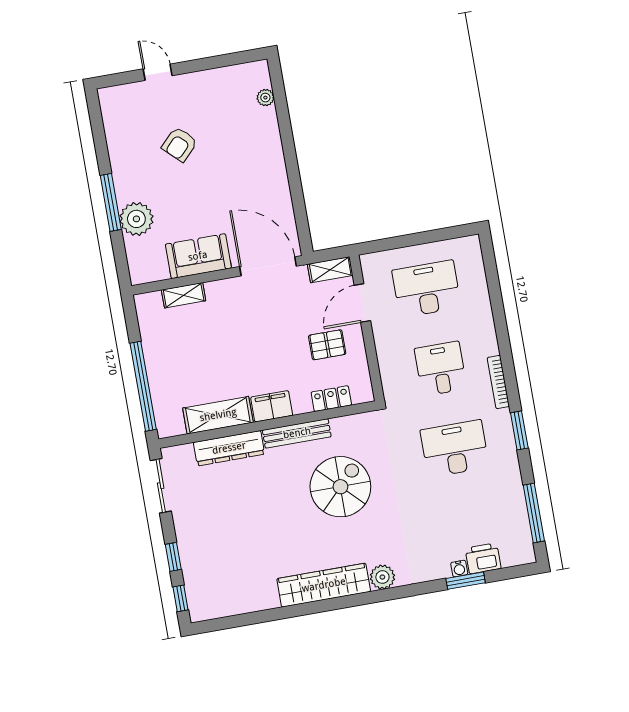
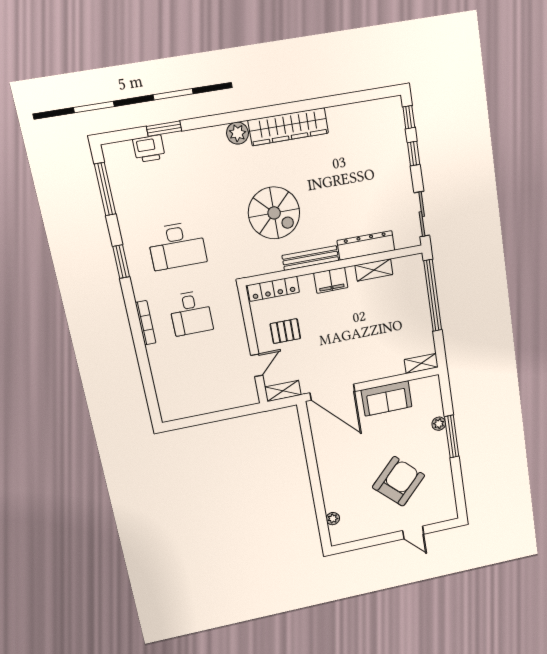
armchair: (180, 144) -> (399, 481), width x1.88, depth x1.88
plant: (136, 219) -> (439, 424), width x0.53, depth x0.53
desk: (427, 289) -> (204, 378), removed
shelving: (184, 295) -> (421, 363), moved
door: (362, 303) -> (257, 365), width x0.73
bookcase: (498, 382) -> (146, 323), moved
locker: (331, 399) -> (273, 289), width x1.53
shelving: (218, 415) -> (374, 270), width x0.67, depth x0.75
spiral stairs: (340, 487) -> (274, 213), turned -90
water cooler: (459, 569) -> (170, 140), removed

